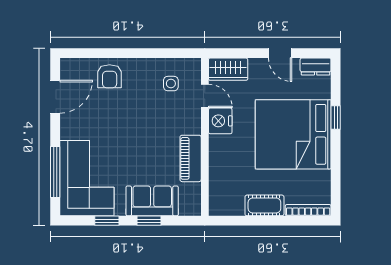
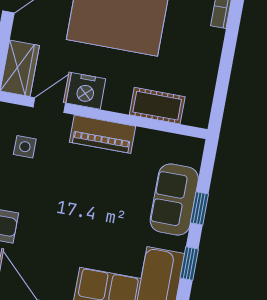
piano: (191, 158) -> (102, 134), moved
cot: (264, 205) -> (157, 106), moved, turned 90

